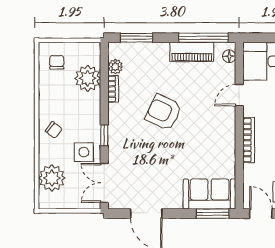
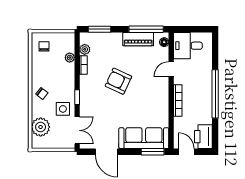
plant: (88, 78) -> (70, 58), width x0.53, depth x0.53
double door: (104, 183) -> (77, 130), swing flipped
sofa: (210, 194) -> (144, 138), width x1.36

